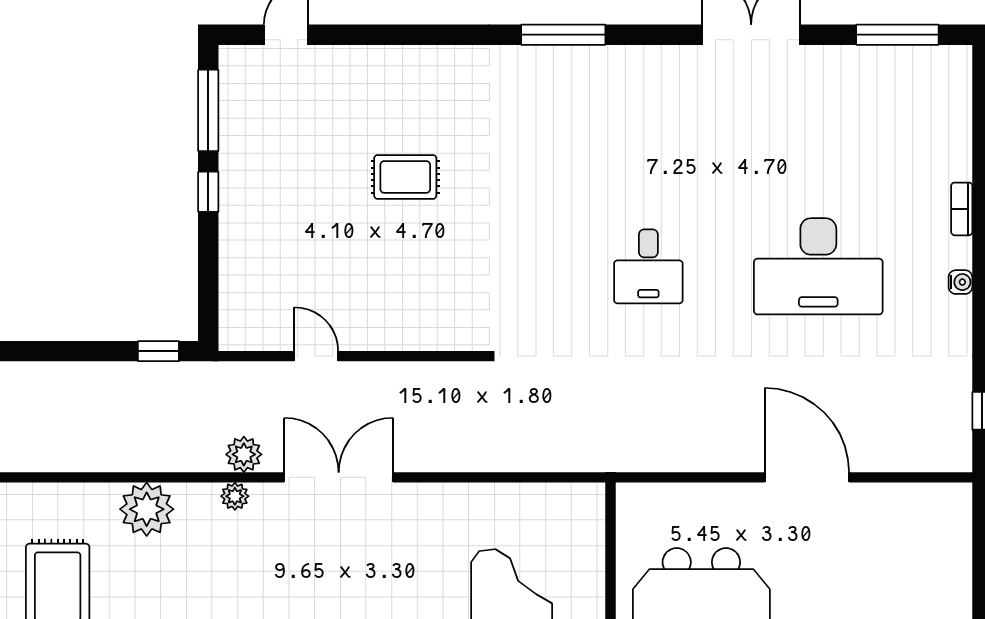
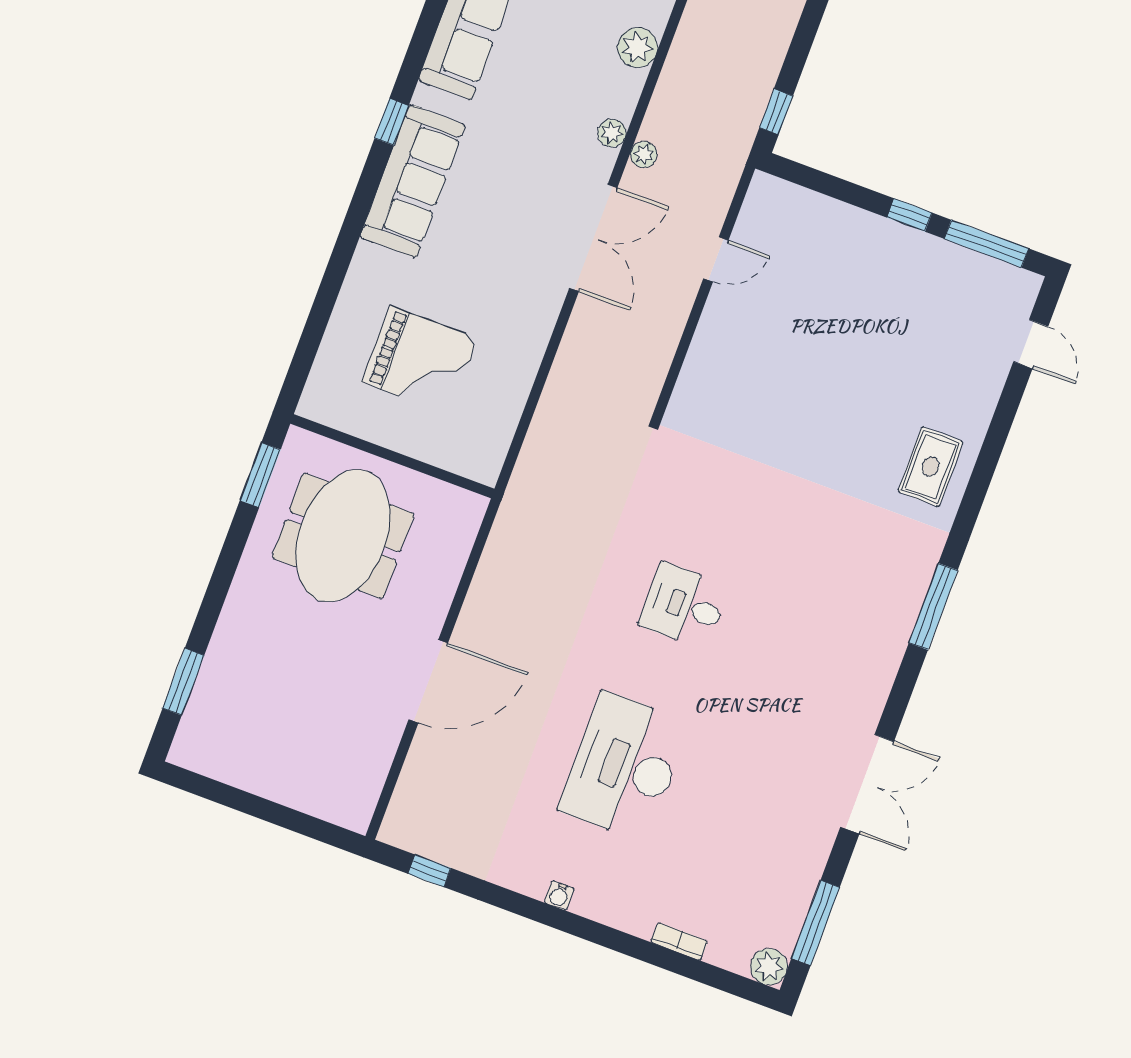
plant: (954, 63) -> (769, 967), added
rug: (405, 177) -> (931, 467), moved
bookcase: (962, 209) -> (679, 941), moved
plant: (244, 454) -> (644, 155), width x0.73, depth x0.73
plant: (147, 509) -> (637, 48), width x0.73, depth x0.73

